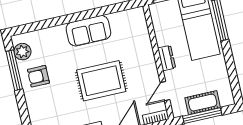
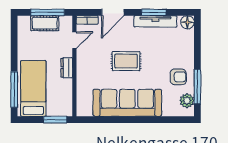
sofa: (88, 31) -> (127, 103), width x1.85, depth x1.27
rug: (101, 81) -> (126, 61), width x0.73, depth x0.70

